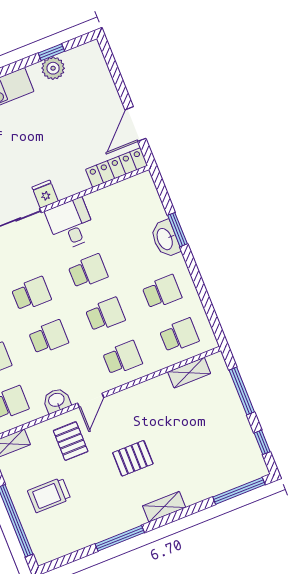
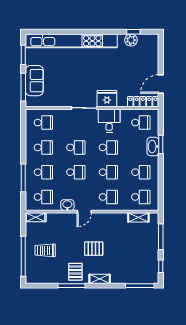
fridge: (45, 194) -> (107, 99), width x1.88, depth x1.34
school desk: (127, 205) -> (141, 123), added
pallet: (71, 441) -> (75, 272), moved

